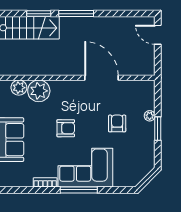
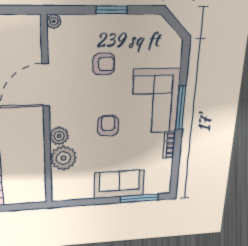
plant: (19, 88) -> (59, 136), moved
plant: (150, 116) -> (54, 21), moved
armchair: (117, 123) -> (104, 64), turned 180

